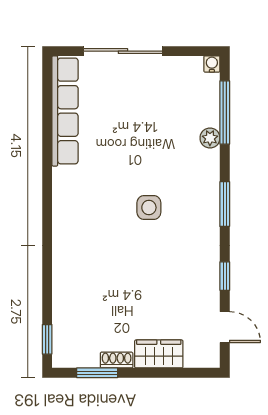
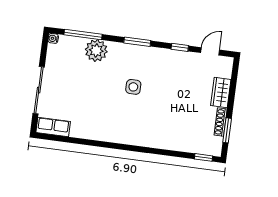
row of seats: (65, 111) -> (53, 127), width x0.50
plant: (210, 138) -> (96, 50), width x1.87, depth x1.87
shoe rack: (117, 360) -> (221, 122), width x1.43

